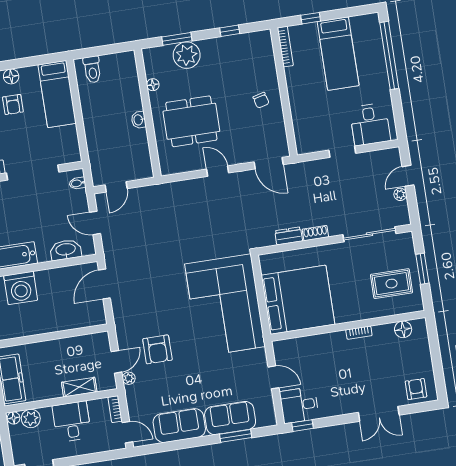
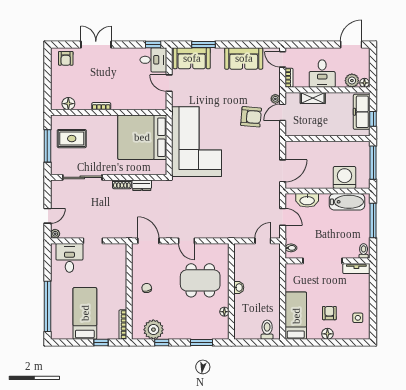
plant: (187, 55) -> (153, 330), moved
plant: (400, 194) -> (55, 234), moved
window: (422, 269) -> (47, 146), width x1.44
armchair: (157, 349) -> (251, 117), turned 95
sofa: (230, 418) -> (192, 58), moved

